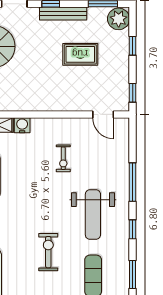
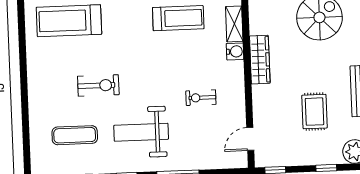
wardrobe: (31, 103) -> (260, 60), added

